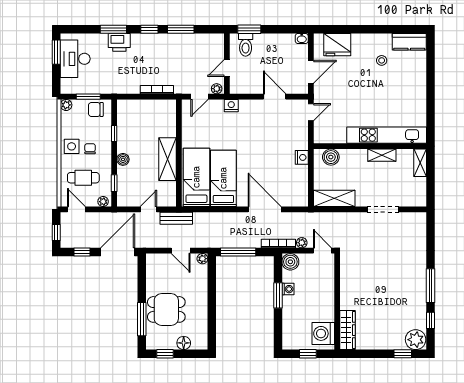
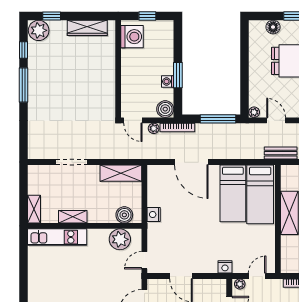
plant: (335, 133) -> (120, 239), added
kitchen unit: (387, 135) -> (57, 237), width x0.73
wardrobe: (347, 330) -> (87, 28), moved, turned -90

